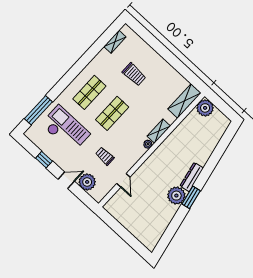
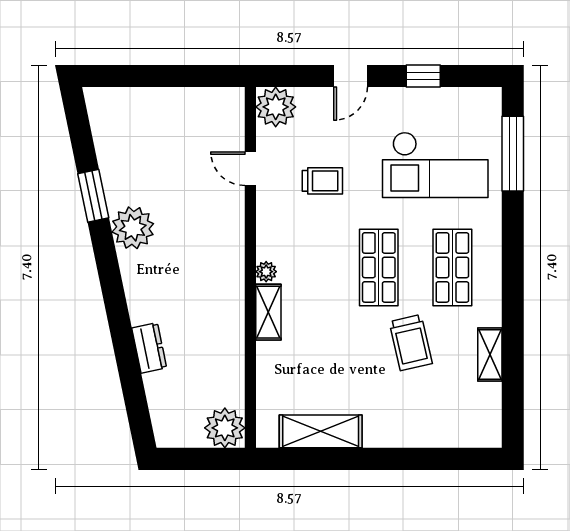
shelving: (115, 42) -> (490, 355), moved
trolley: (134, 74) -> (411, 343), moved, turned -103
shelving: (184, 101) -> (321, 431), moved, turned 90
dresser: (192, 177) -> (149, 348), moved, width x0.70
plant: (87, 182) -> (276, 107), moved
window: (191, 197) -> (93, 196), moved

